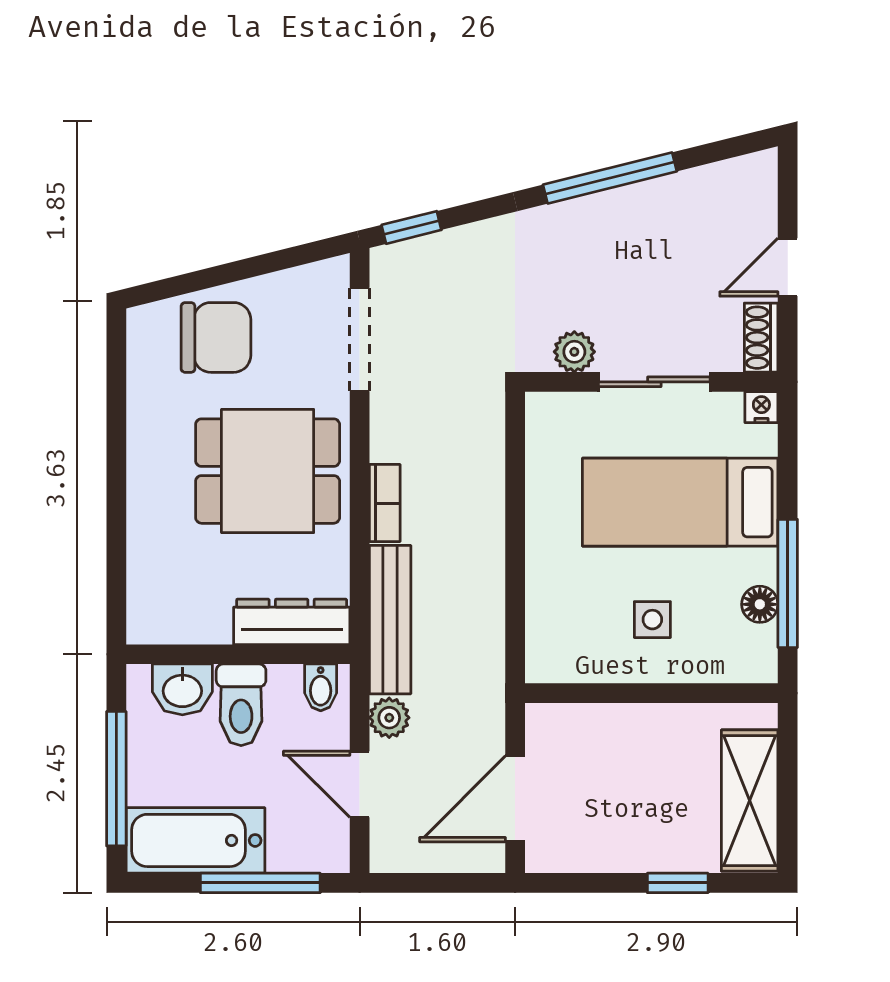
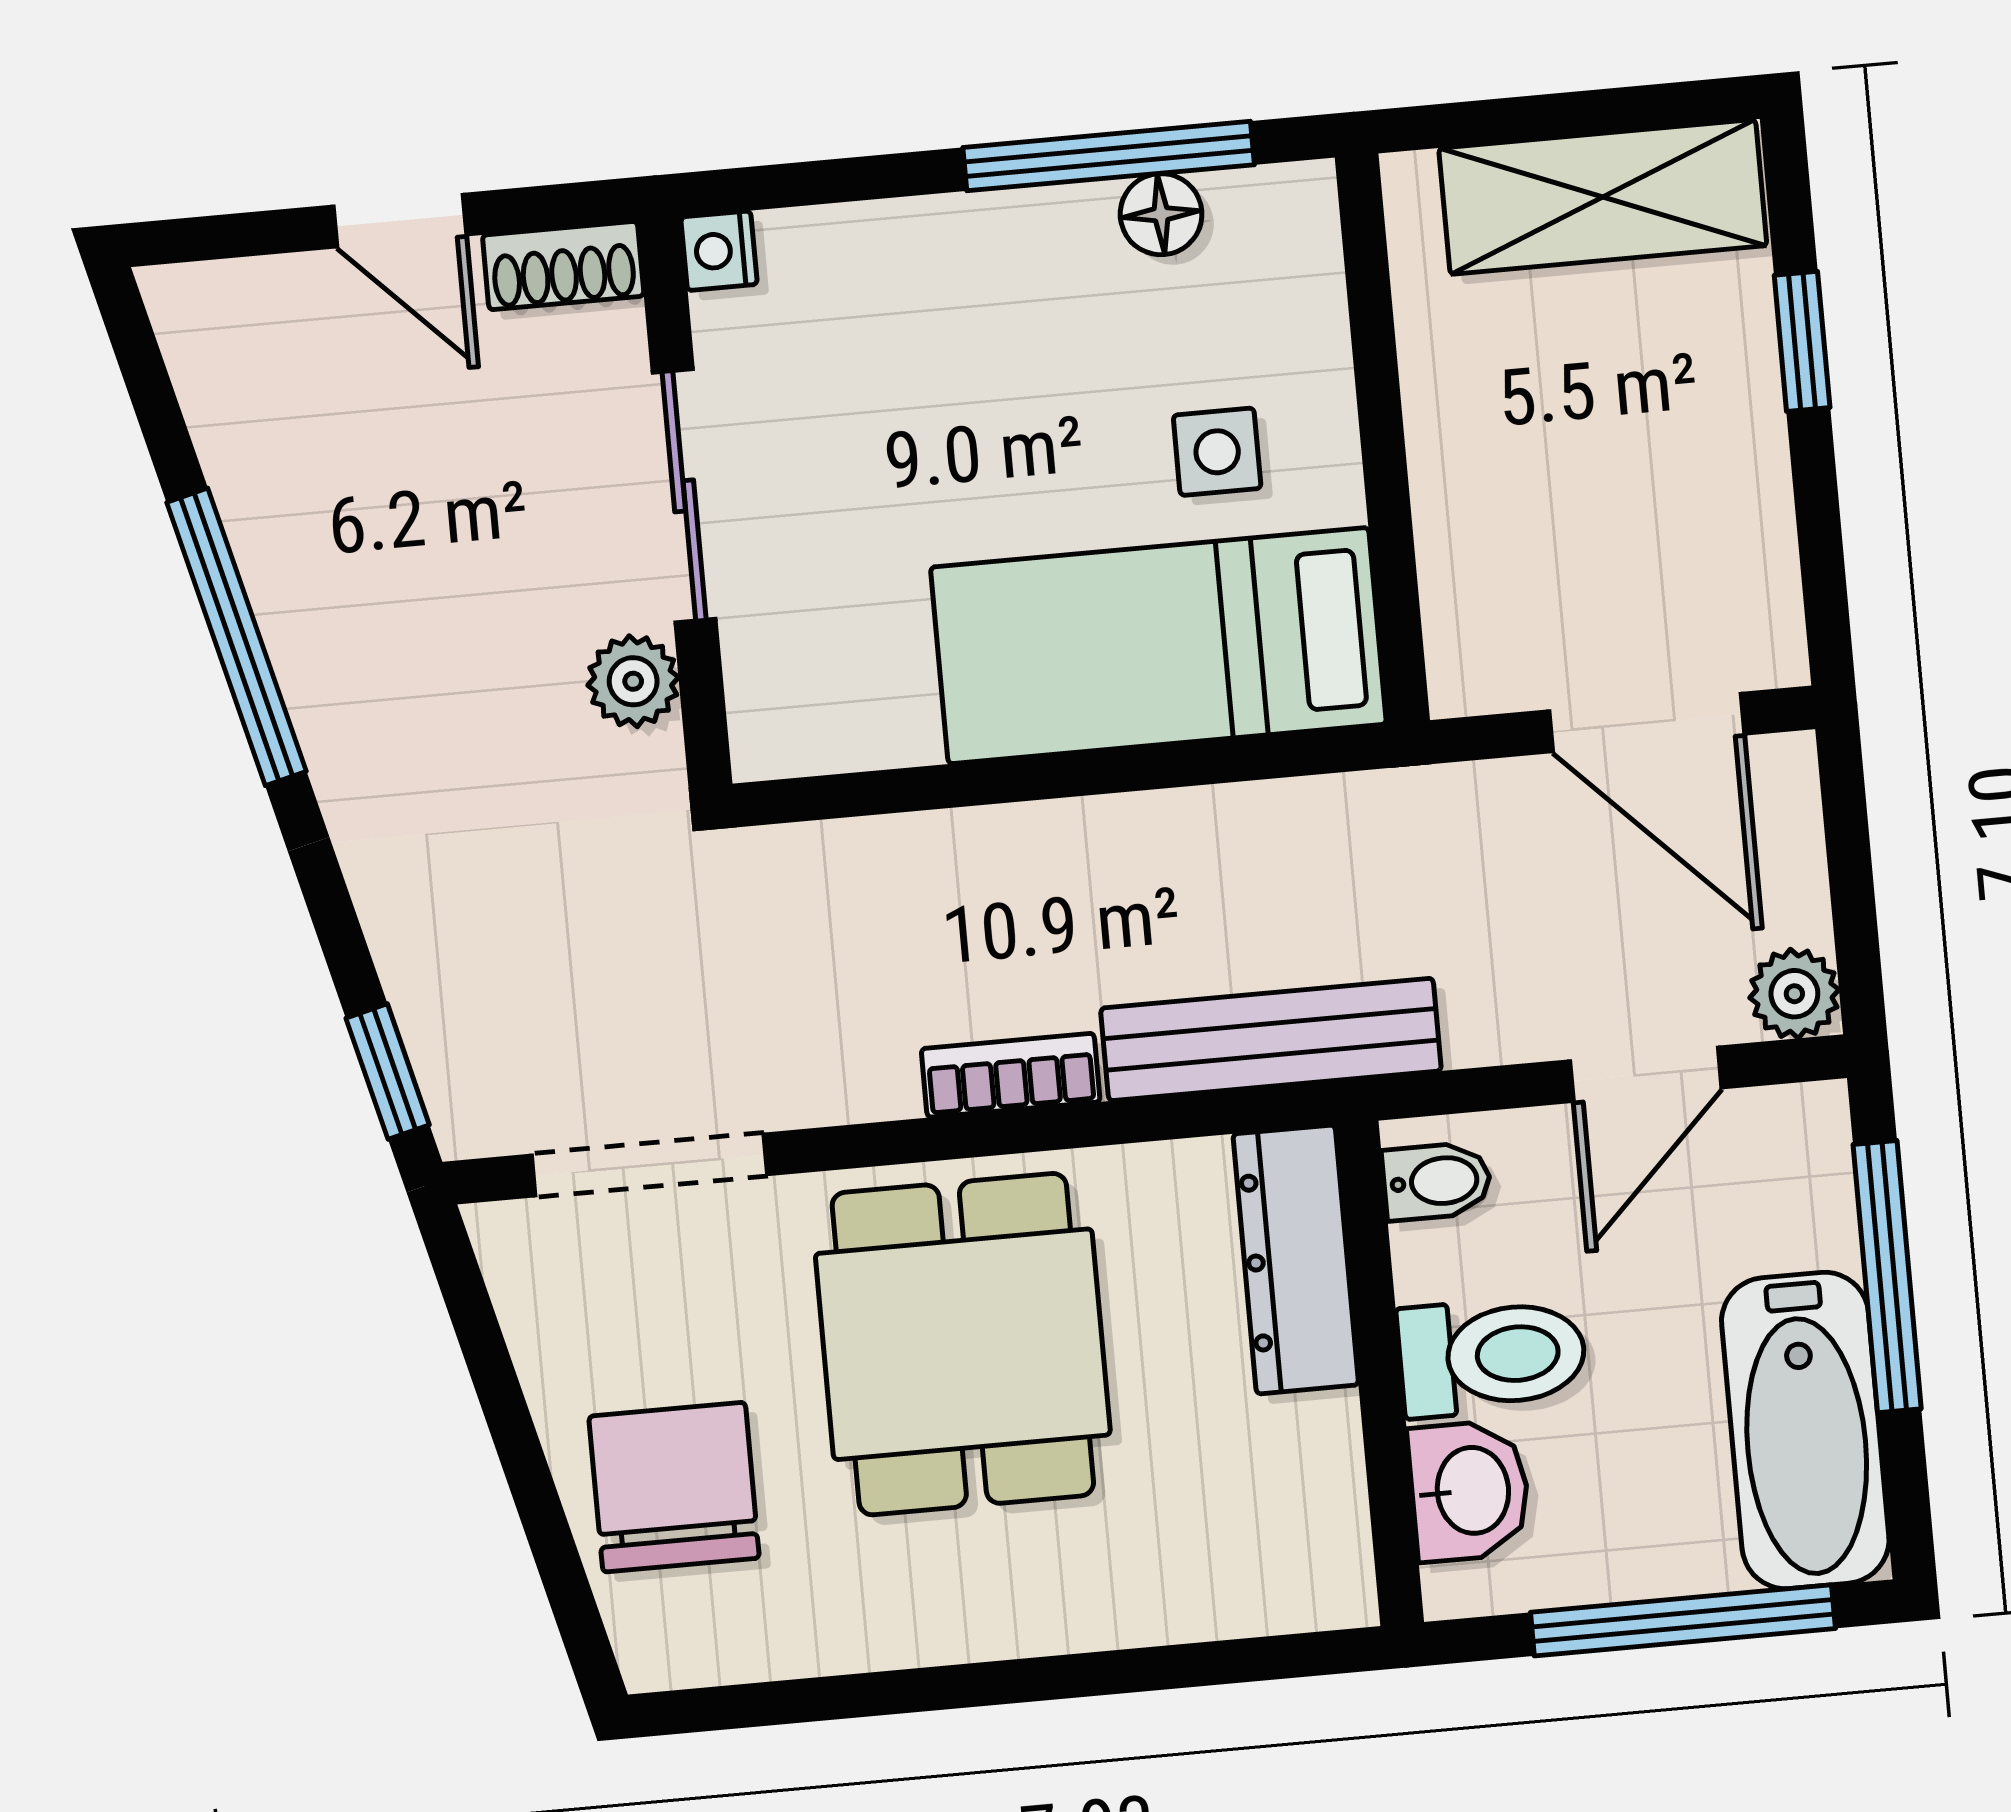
bed: (680, 502) -> (1158, 646), moved, turned 90
plant: (389, 718) -> (1794, 994), moved

